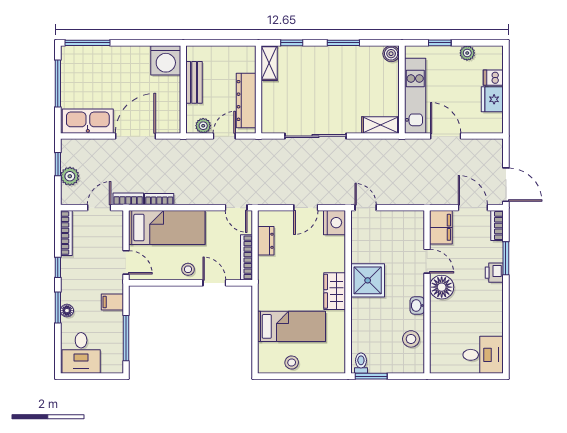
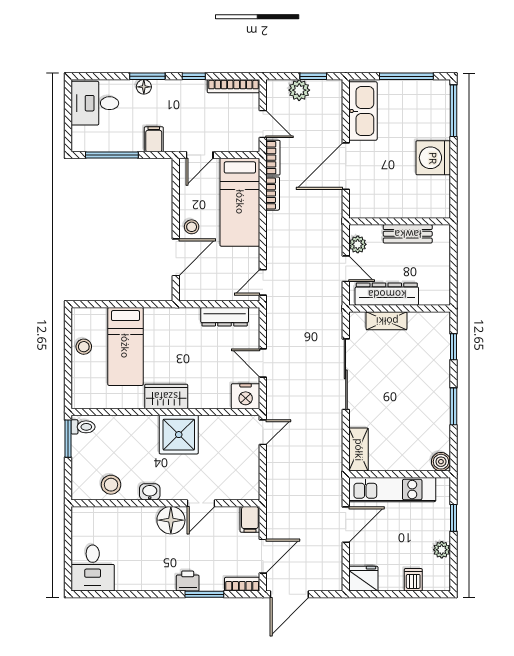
washing machine: (166, 60) -> (433, 158), moved
shelving: (269, 63) -> (387, 321), moved
fridge: (492, 99) -> (363, 579), moved
door: (136, 136) -> (346, 166), swing flipped
filing cabinet: (441, 227) -> (250, 519), width x0.50
dresser: (266, 241) -> (225, 317), width x1.44
bookcase: (246, 257) -> (205, 294), removed
door: (214, 283) -> (176, 257), width x1.38

